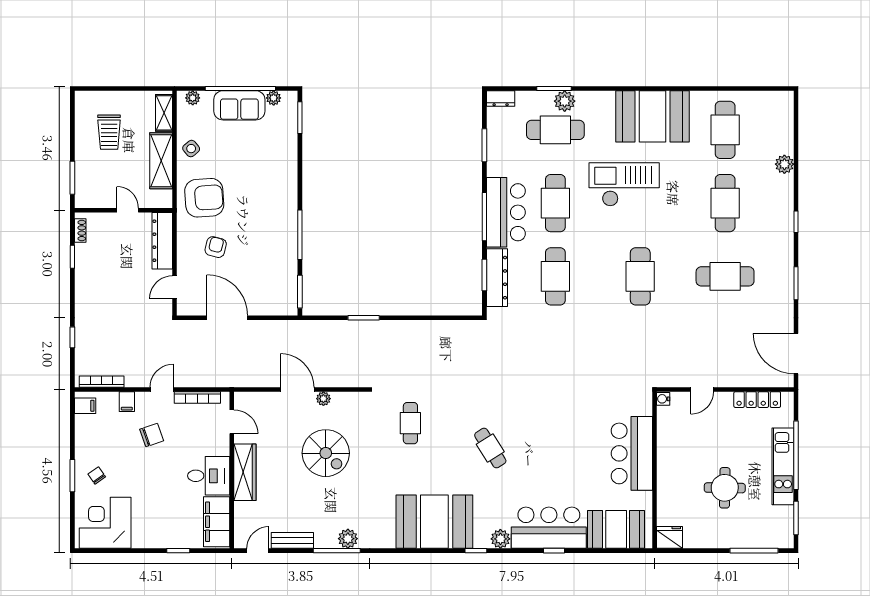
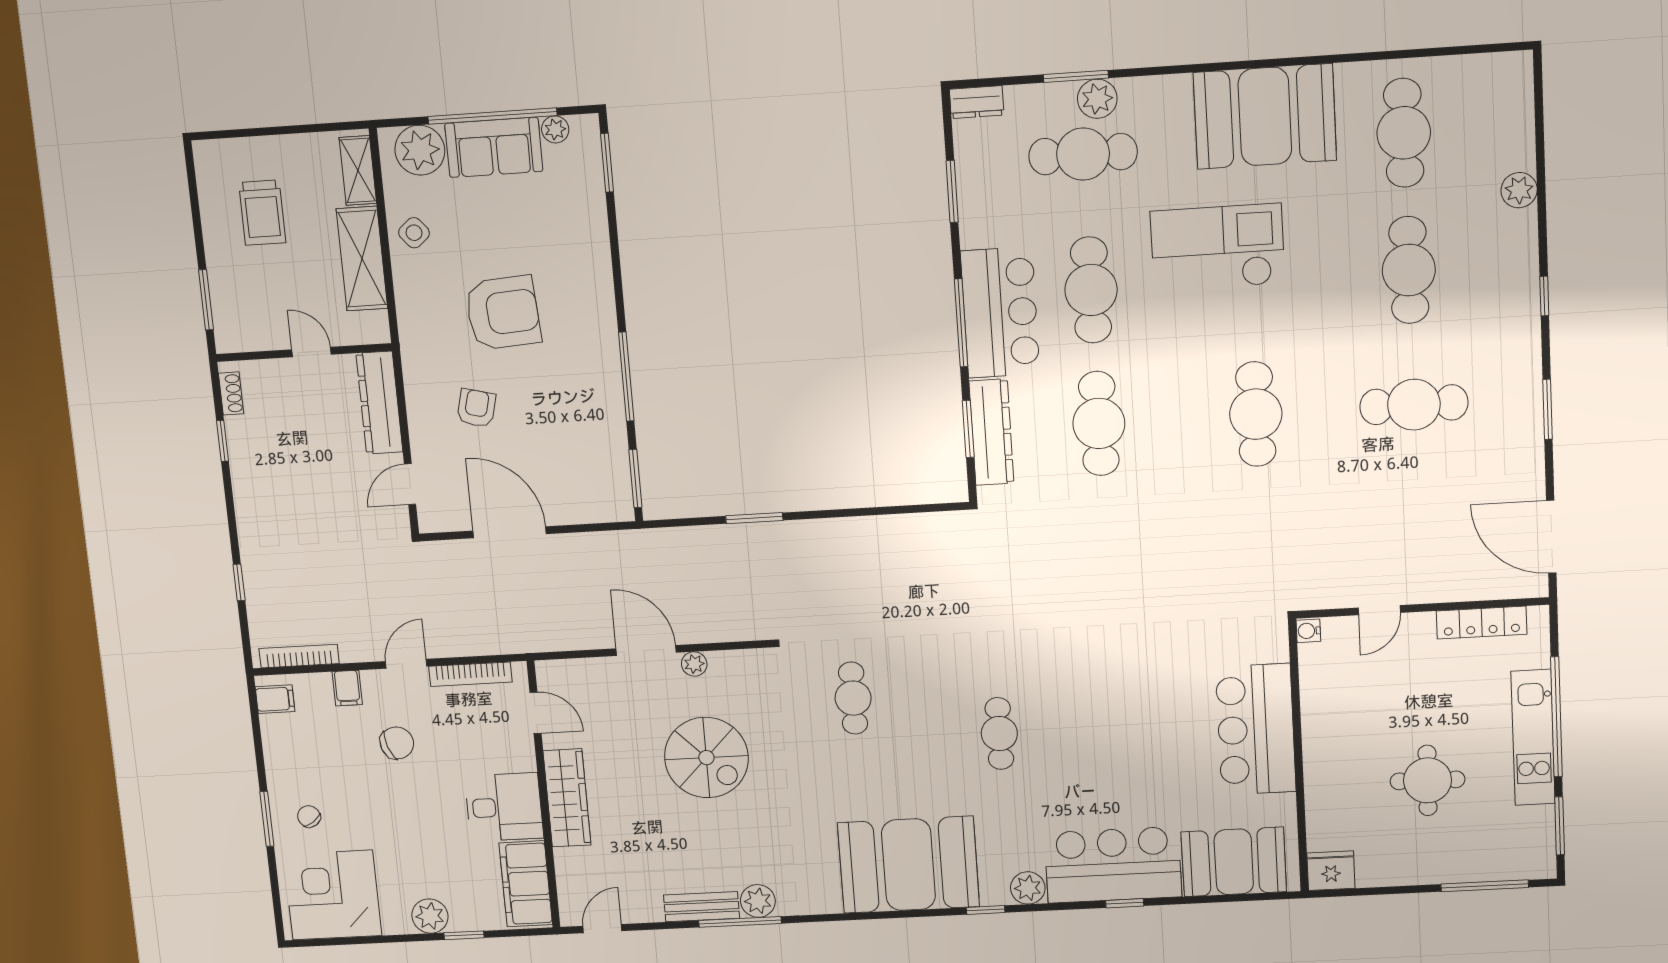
plant: (193, 98) -> (420, 150), width x1.88, depth x1.88
armchair: (204, 198) -> (503, 313), moved
cafe table: (490, 448) -> (999, 734), turned 32
plant: (160, 538) -> (430, 916), added
bench: (292, 540) -> (702, 907), moved

